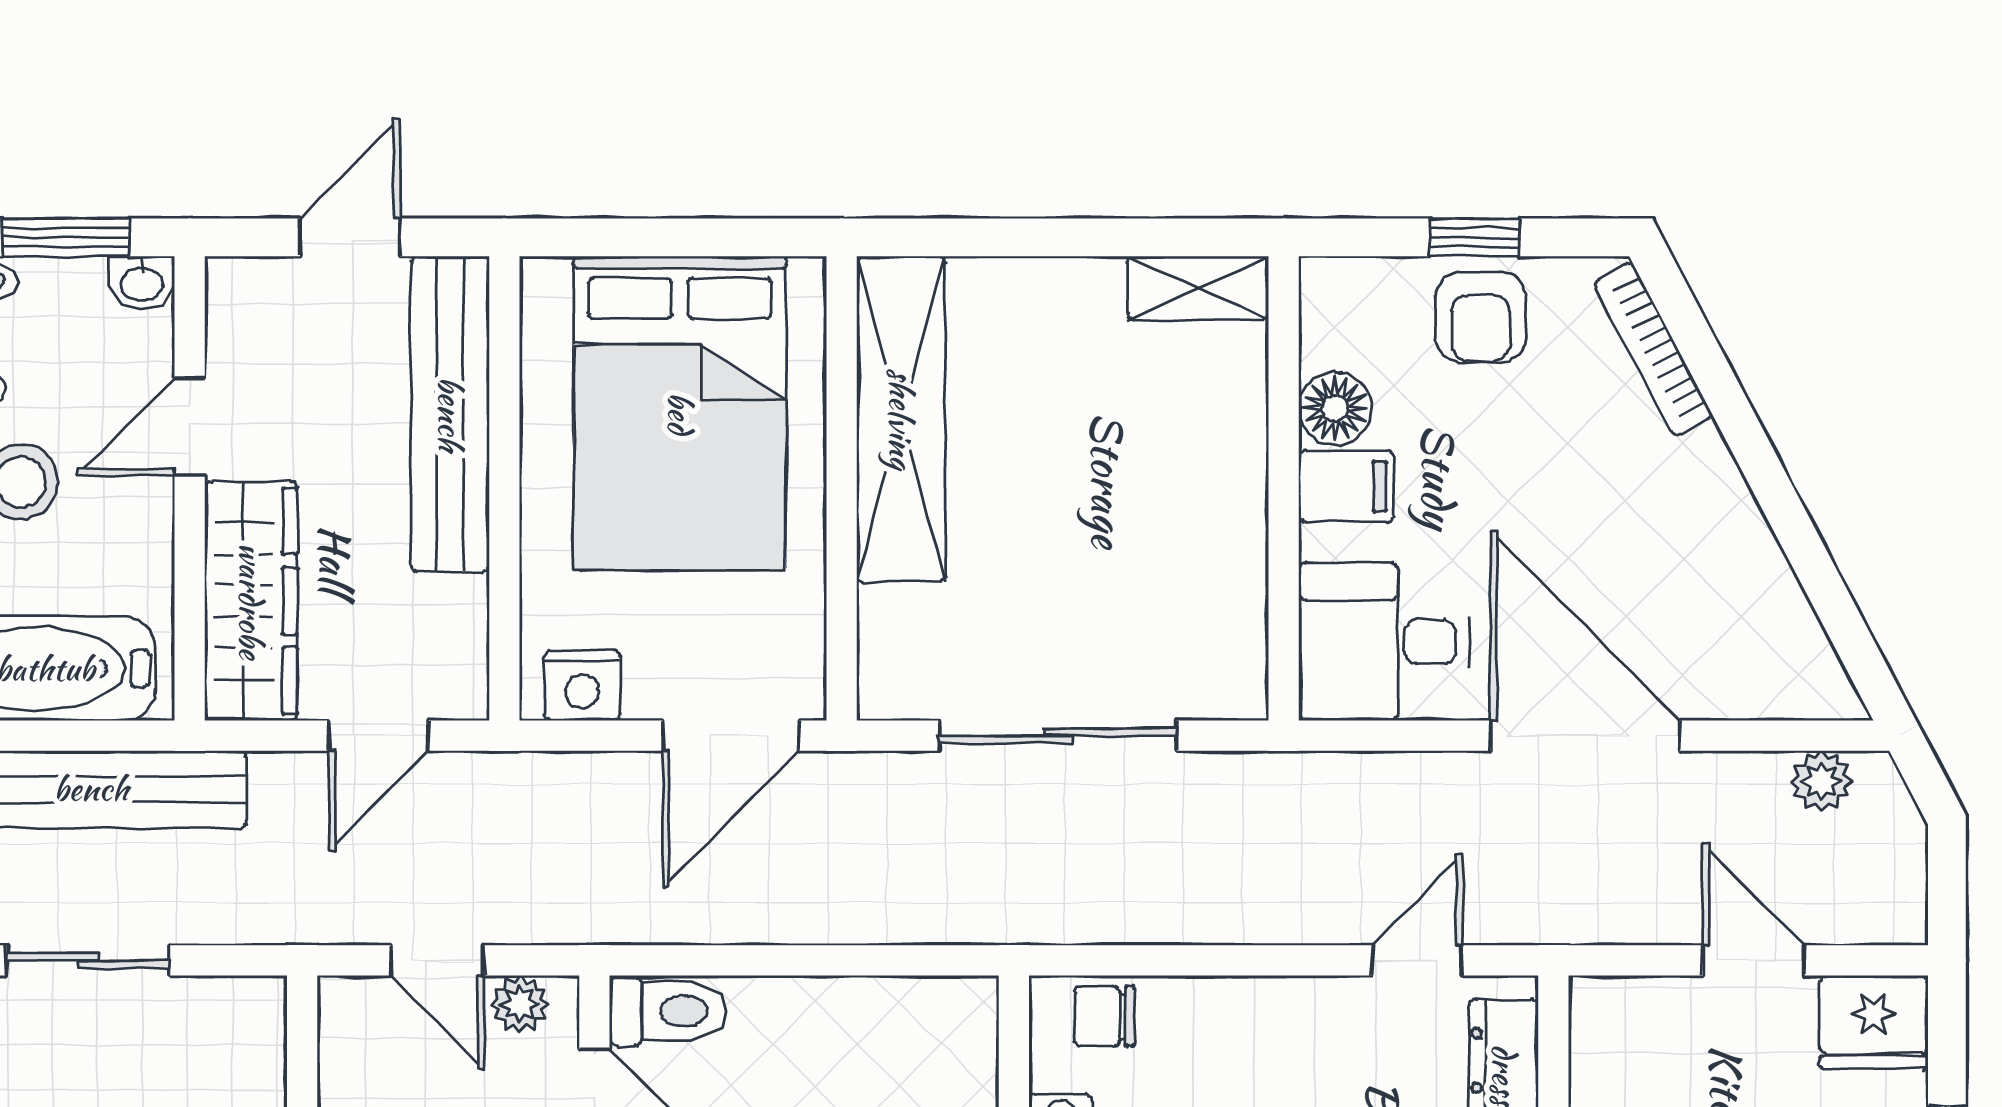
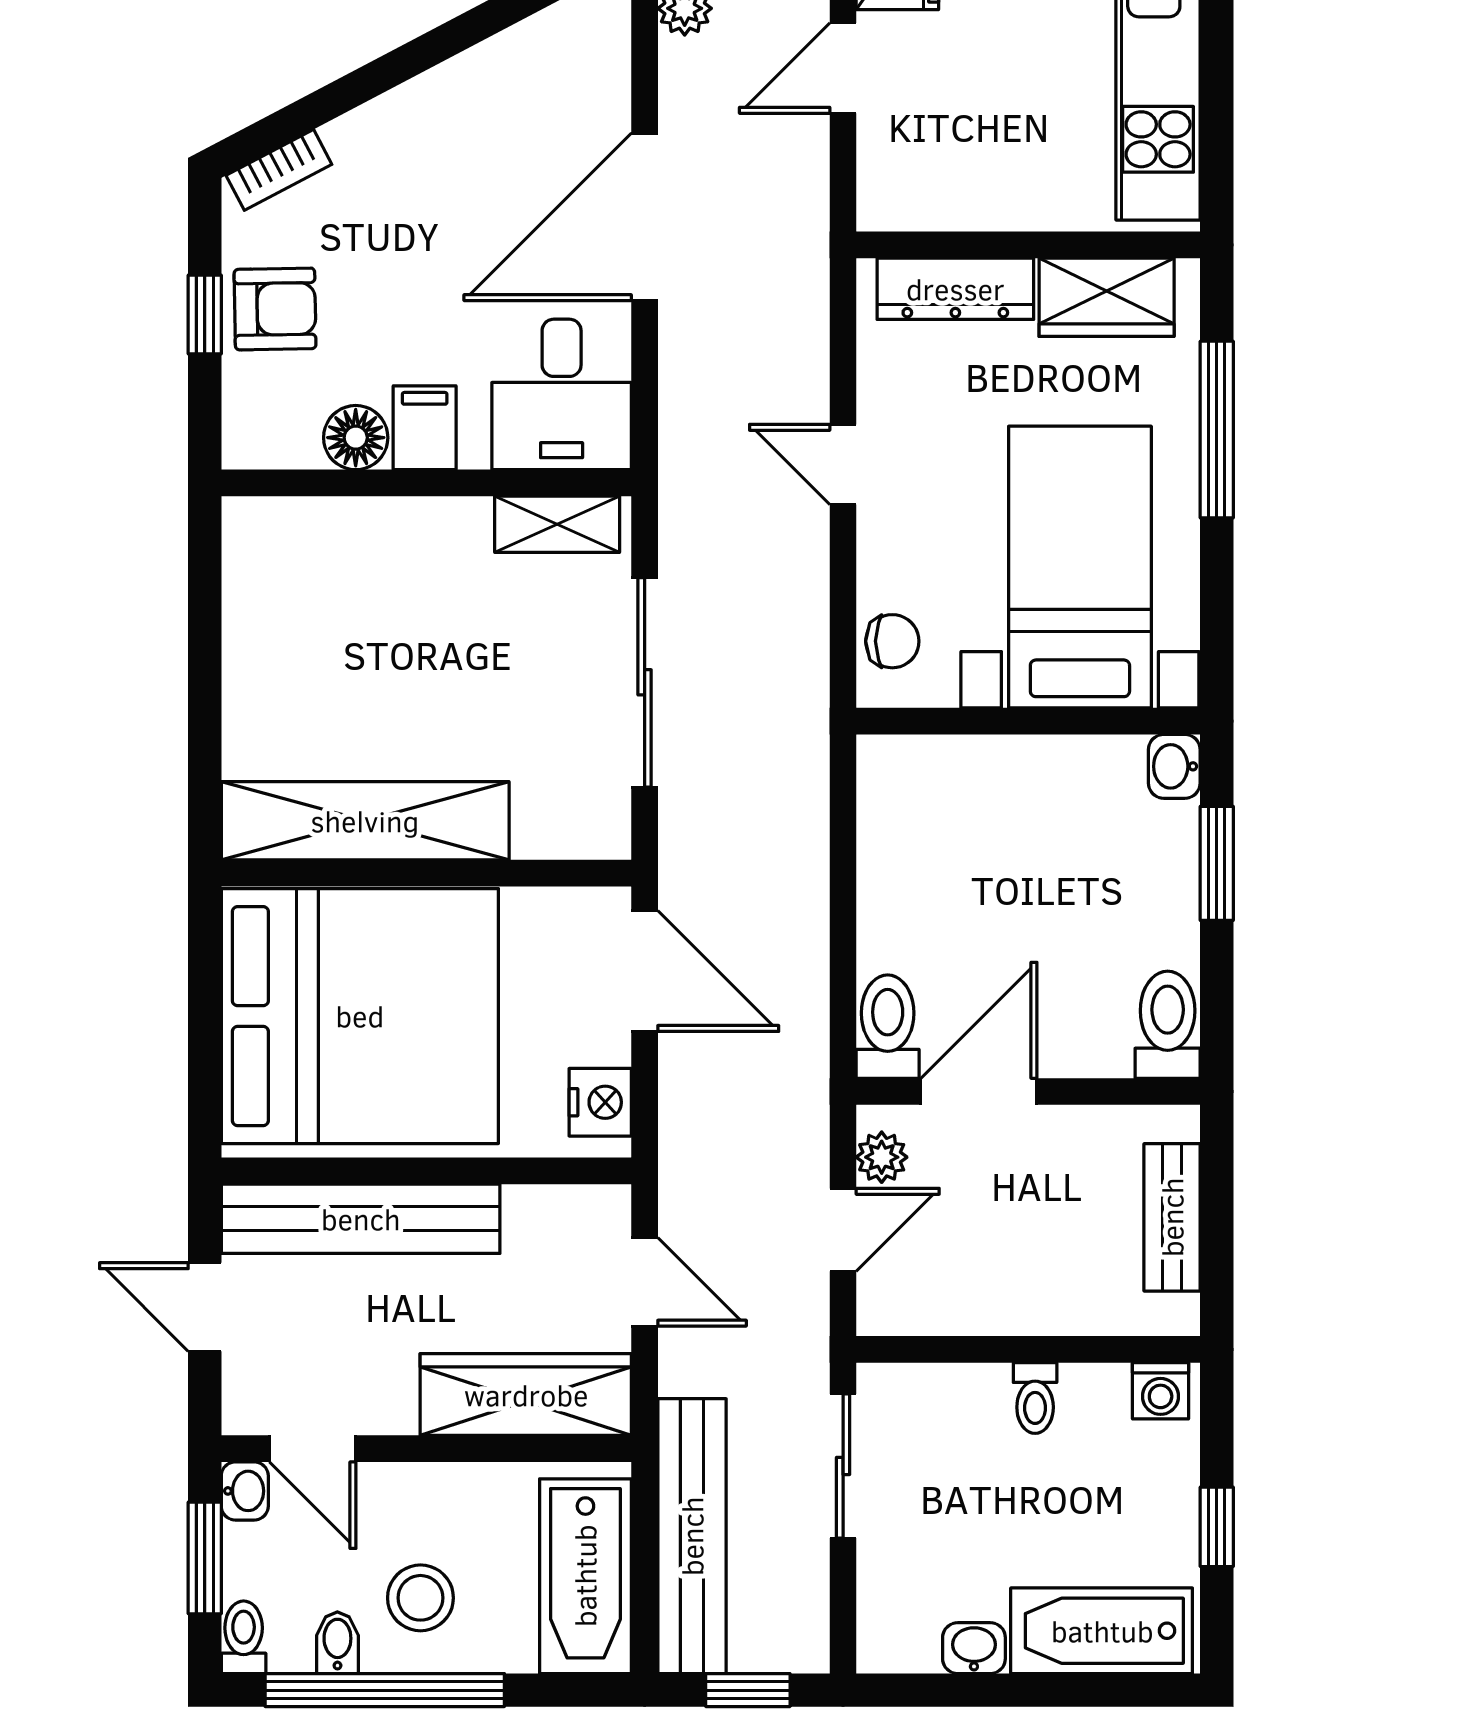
shelving: (1198, 288) -> (557, 524), moved, turned 90
bookcase: (1653, 349) -> (279, 170), width x0.64
bed: (680, 413) -> (360, 1016), width x1.36
door: (190, 427) -> (313, 1449), moved
sliding door: (88, 960) -> (843, 1466), moved
door: (1417, 960) -> (843, 464), moved
chair: (1104, 1016) -> (892, 641), turned -90

